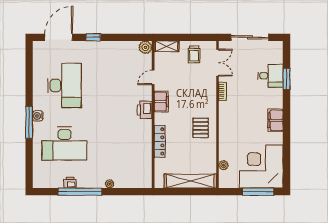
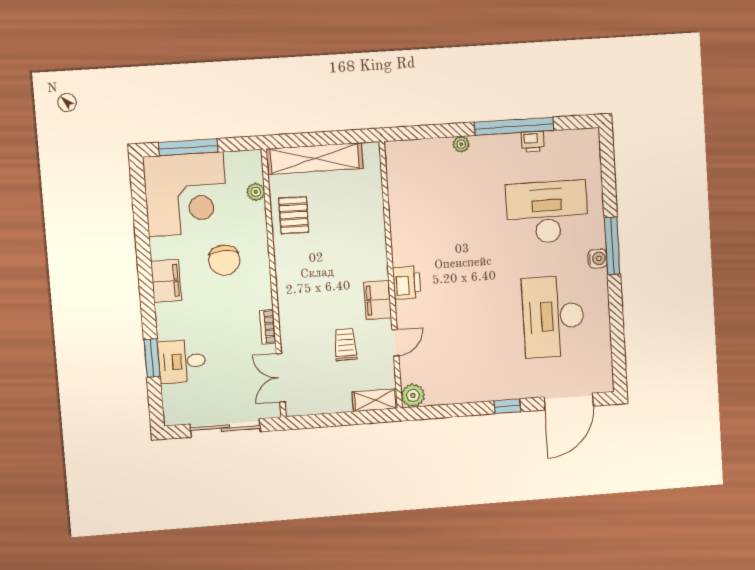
trolley: (194, 54) -> (345, 345), moved
pallet: (201, 128) -> (294, 215), moved
chair: (243, 129) -> (224, 260), added
locker: (160, 141) -> (376, 228), removed

